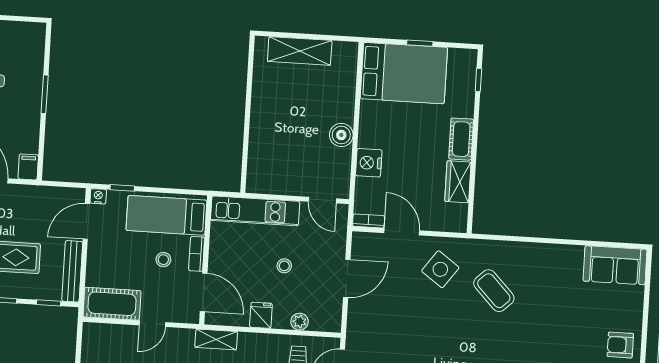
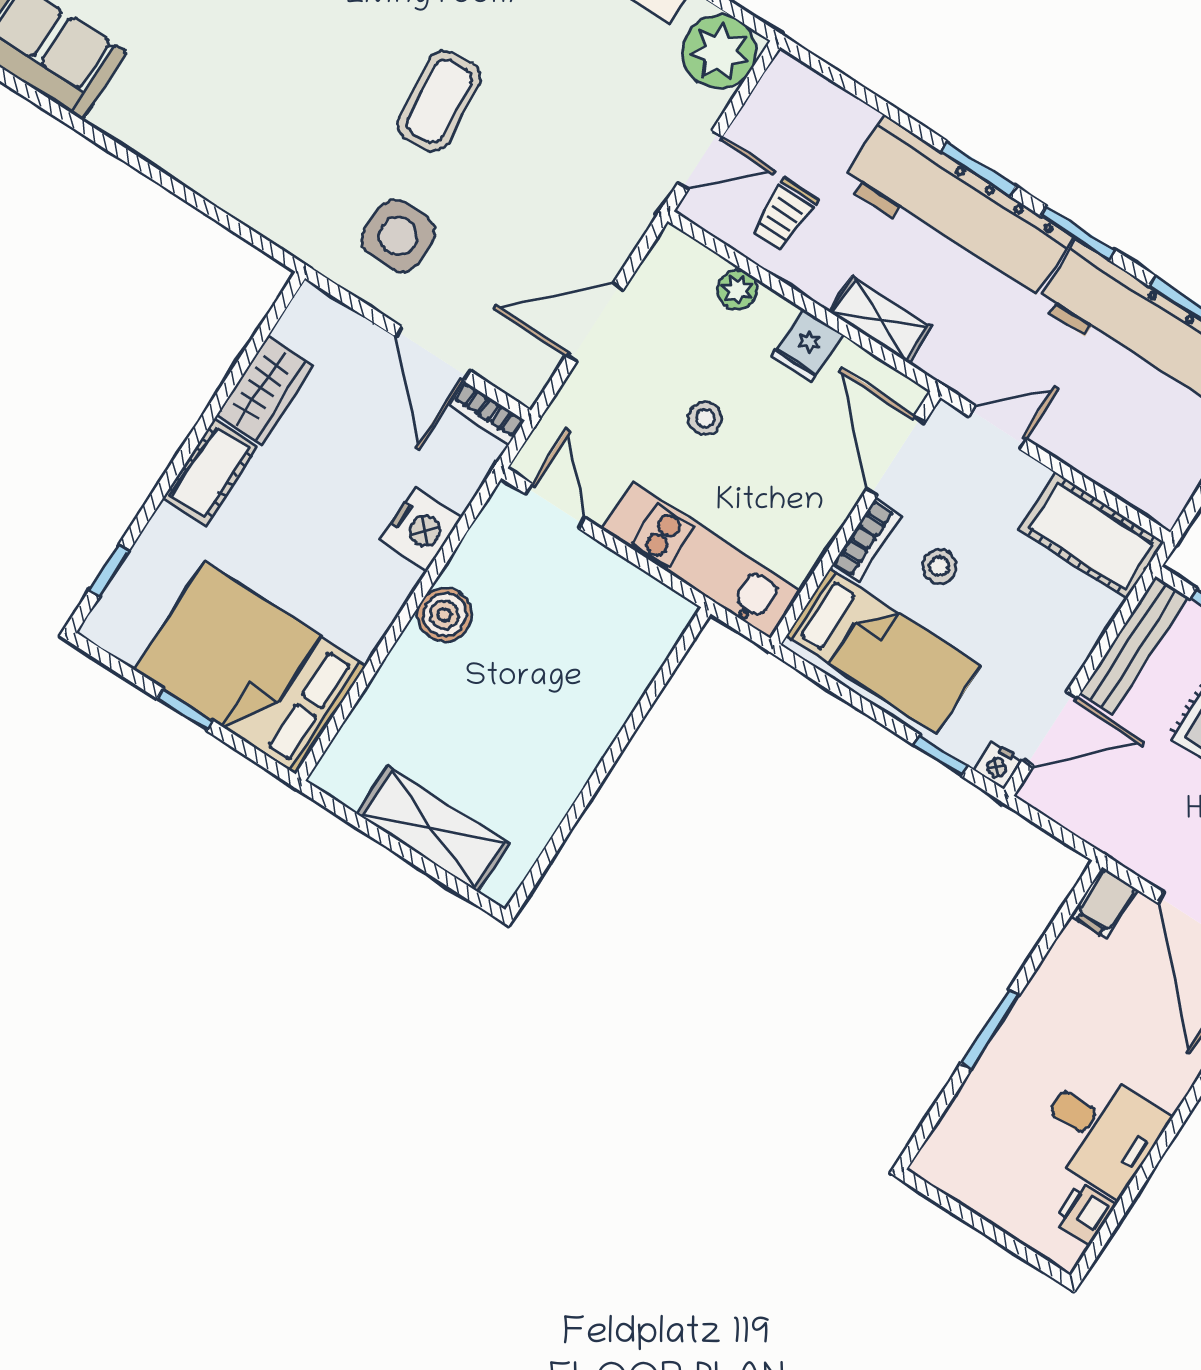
side table: (440, 269) -> (398, 236), turned -36
coffee table: (494, 291) -> (439, 101), moved, turned 39
door: (152, 324) -> (997, 428), moved
shelving: (216, 339) -> (880, 320), moved

